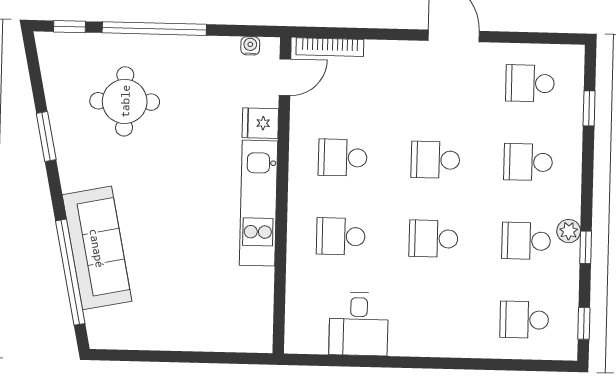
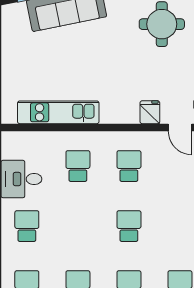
kitchen unit: (259, 203) -> (58, 112), moved
school desk: (433, 239) -> (27, 226), moved

